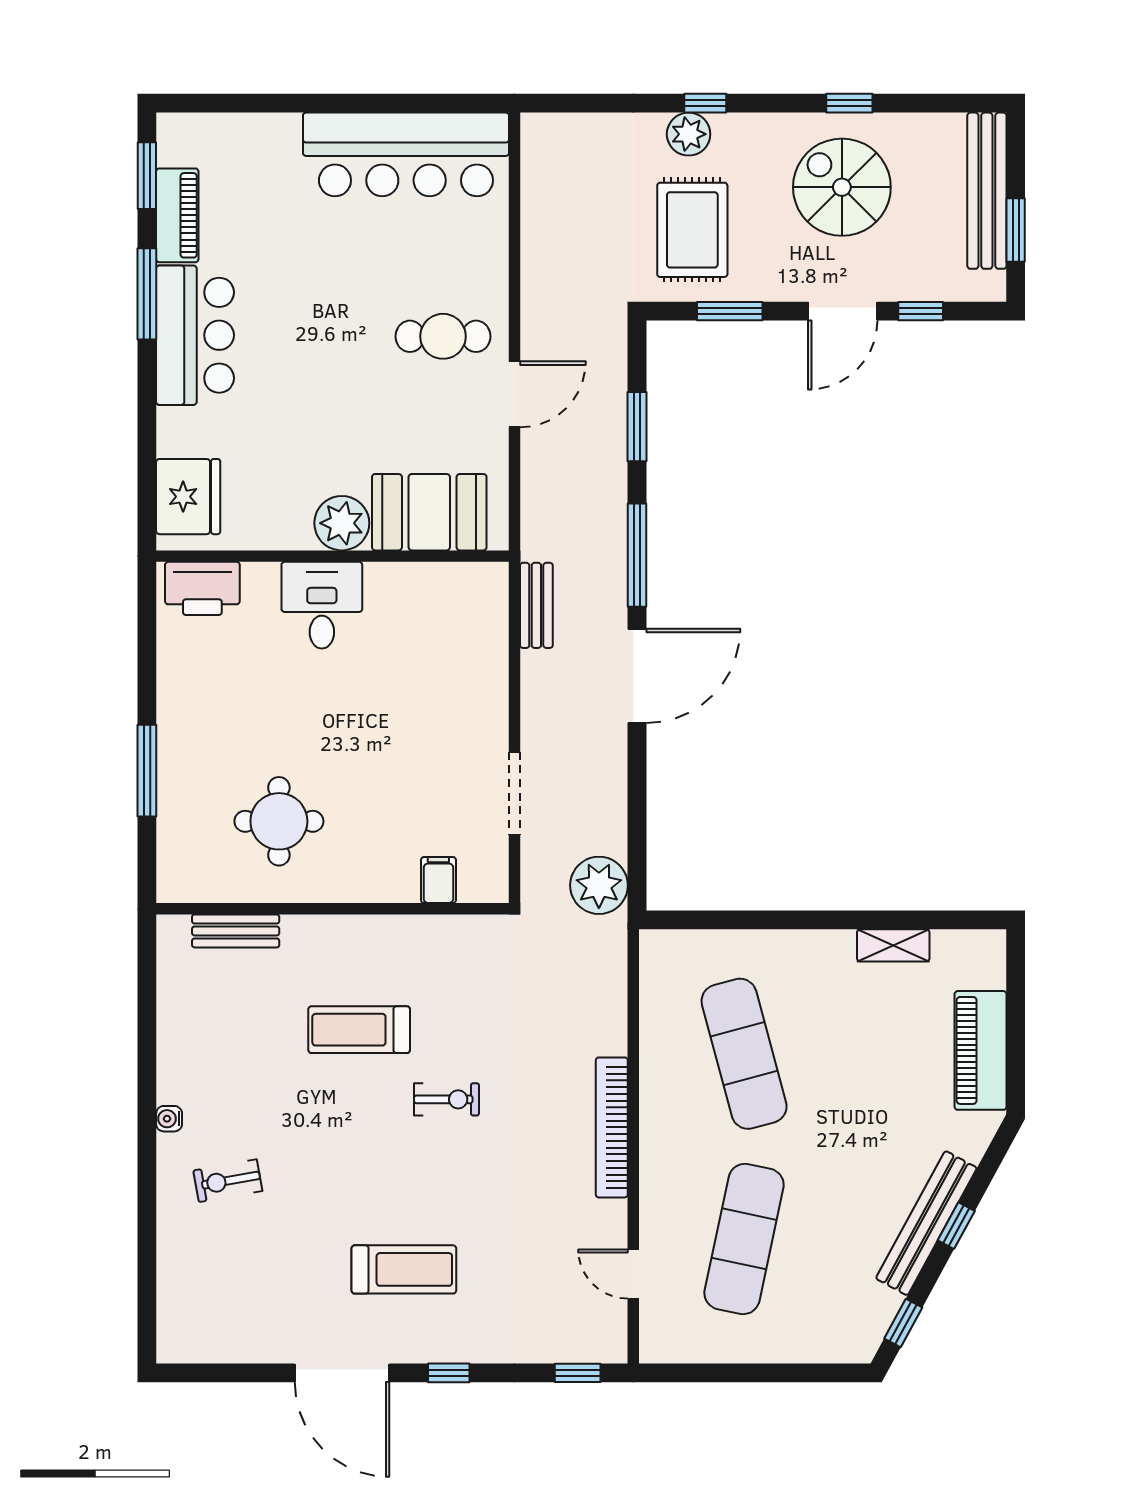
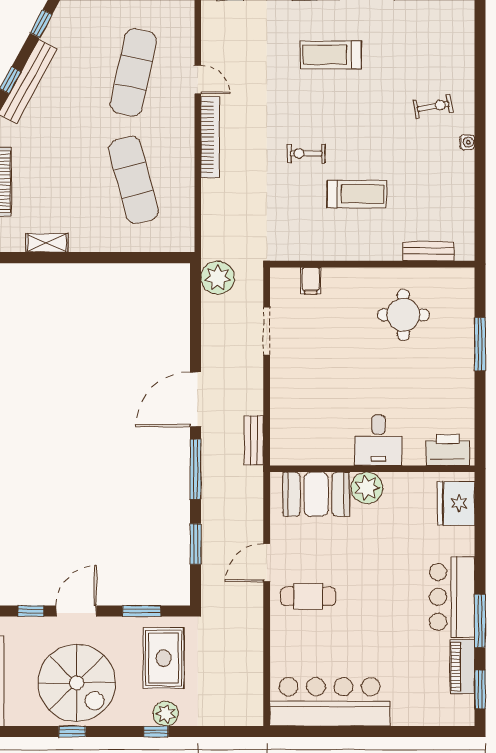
spiral stairs: (842, 187) -> (77, 683), width x1.37, depth x1.37
door: (633, 1274) -> (198, 79), moved

